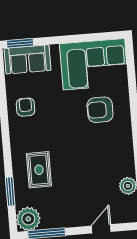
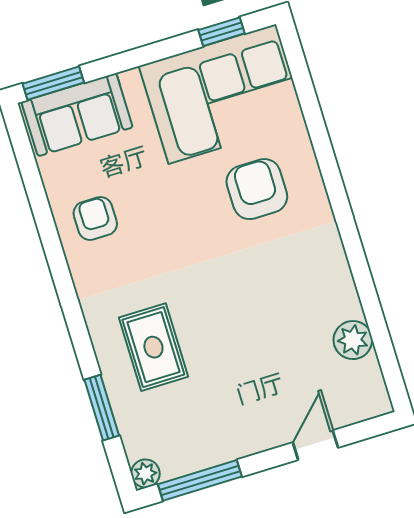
window: (100, 37) -> (221, 32), added
armchair: (100, 110) -> (257, 189), turned 90
plant: (28, 219) -> (145, 473), width x0.53, depth x0.53

